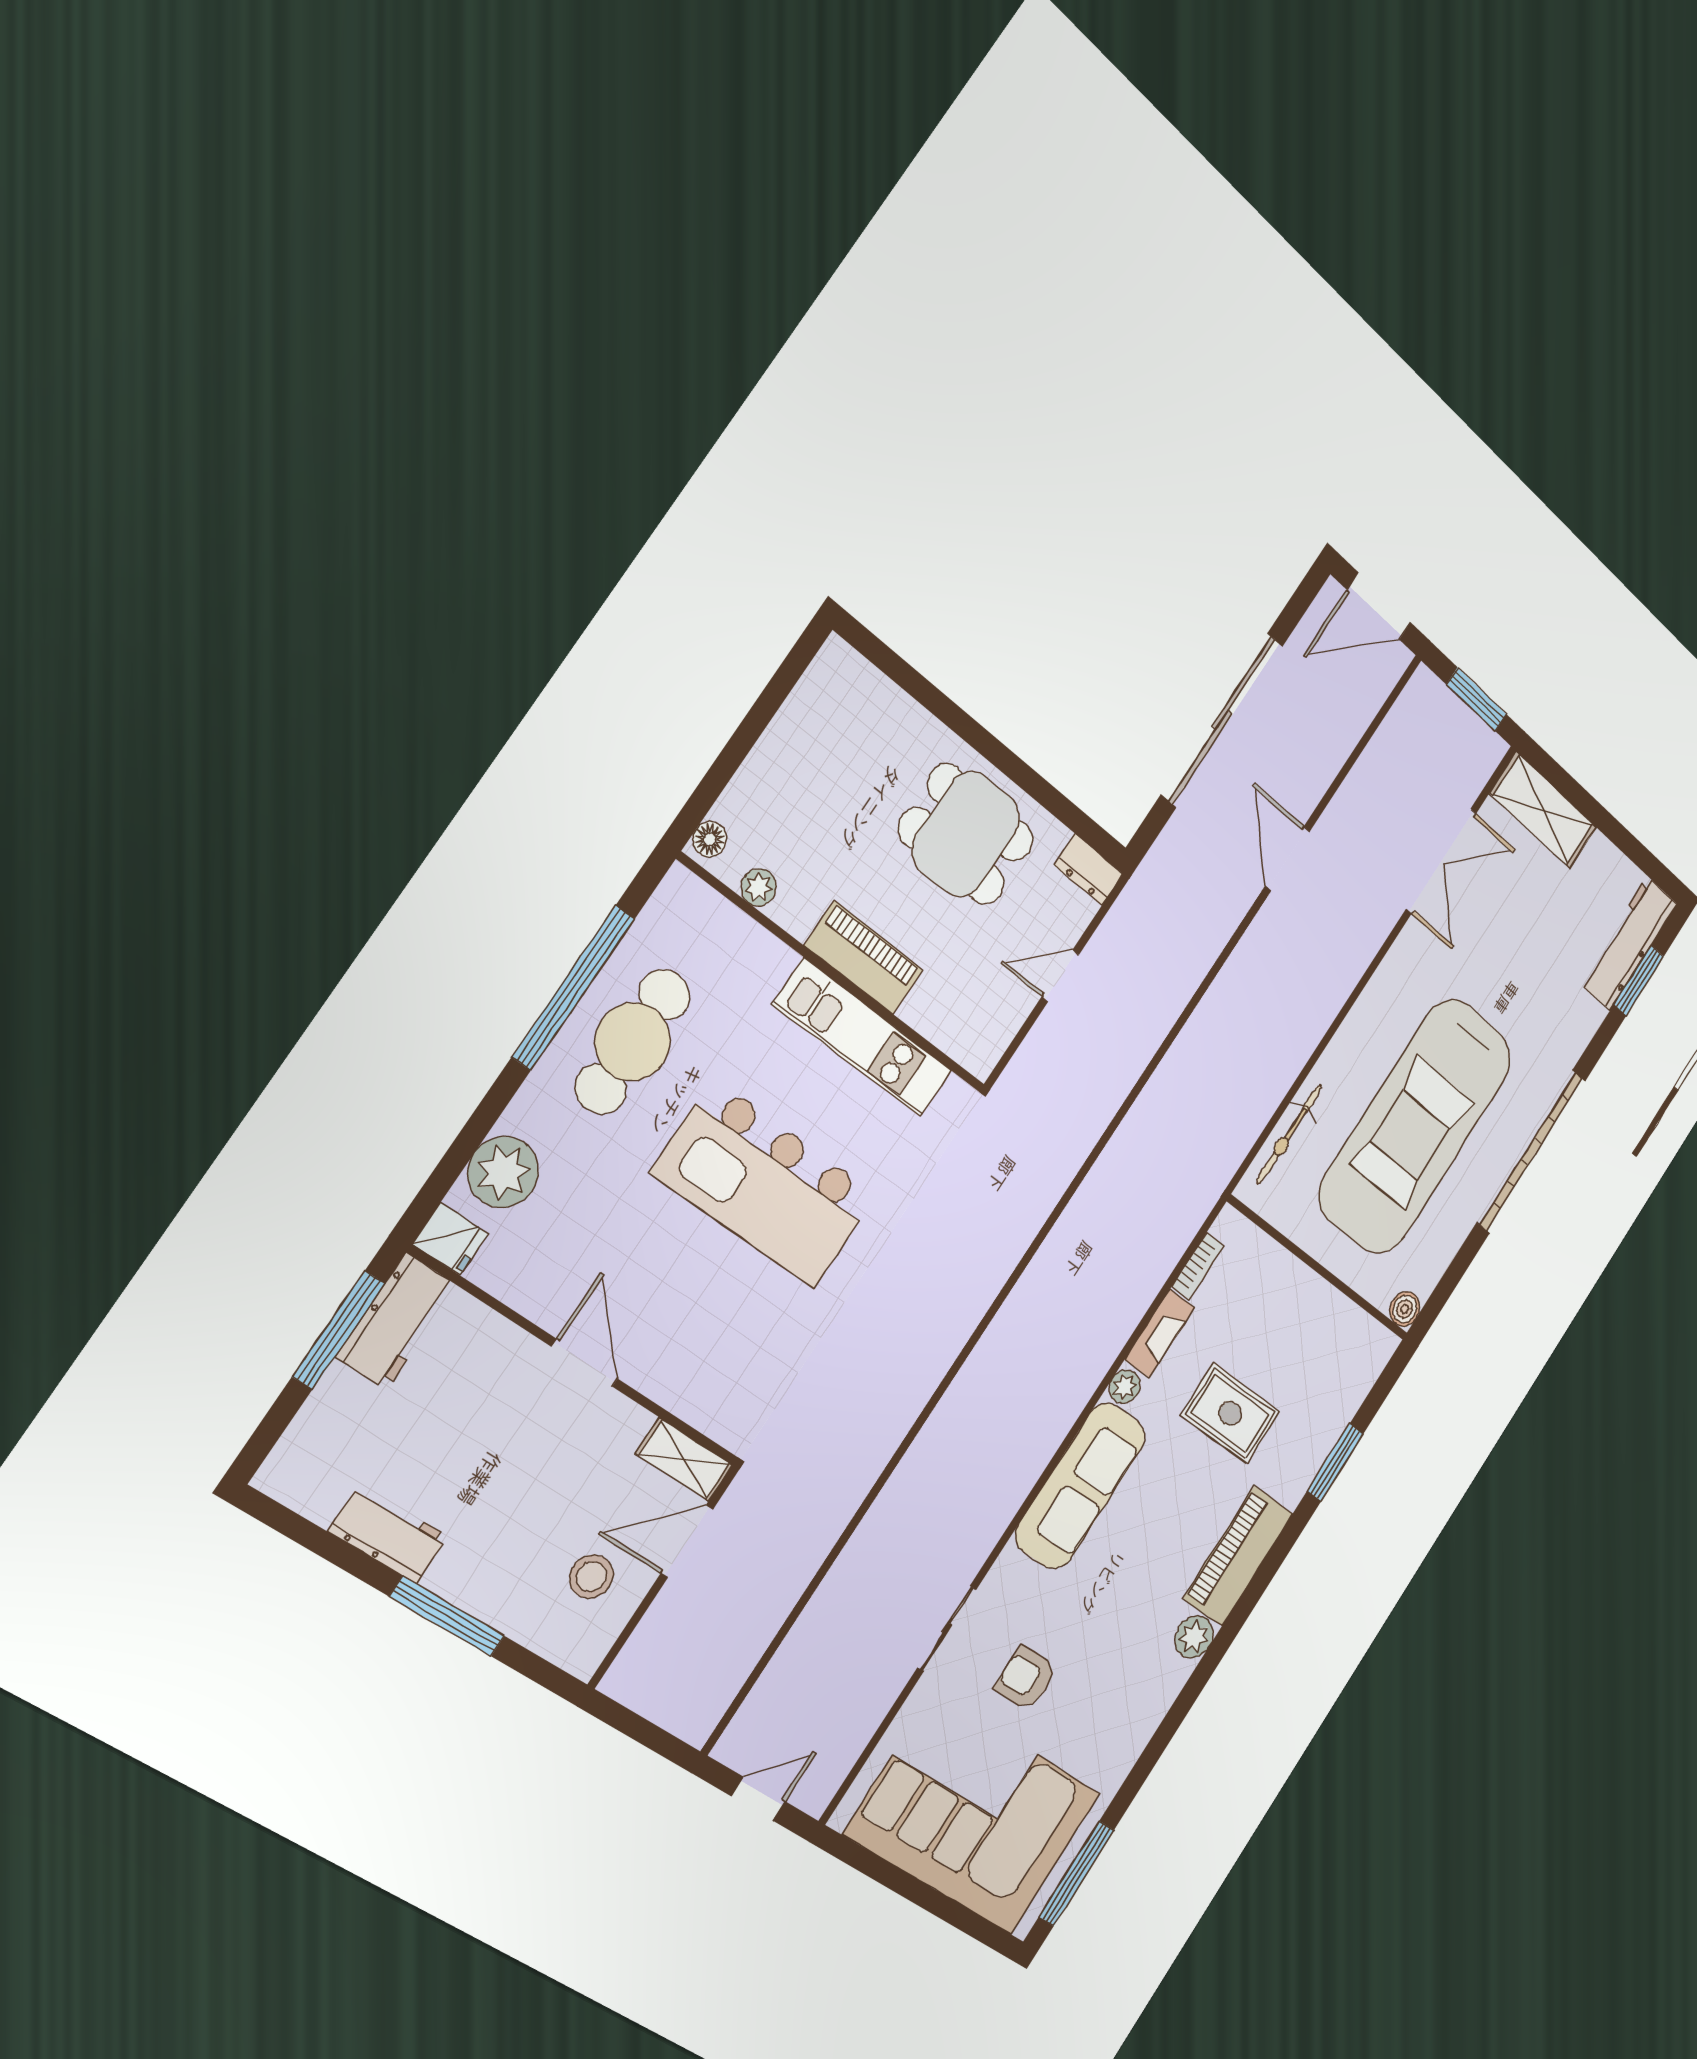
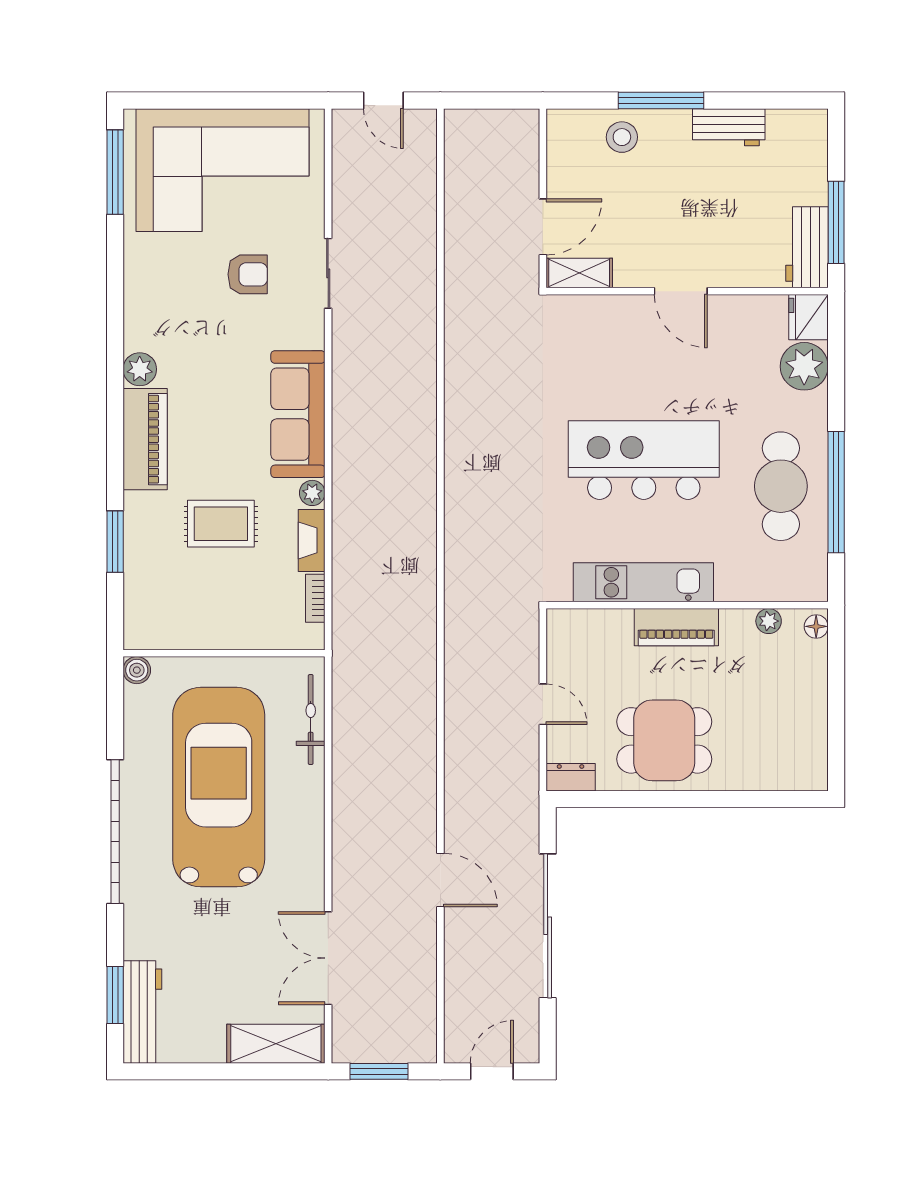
door: (1379, 606) -> (492, 1071), width x0.73
door: (1060, 976) -> (543, 704), hinge flipped
fridge: (450, 1239) -> (808, 317), width x1.38
stool: (591, 1577) -> (622, 137), moved
door: (758, 1799) -> (383, 101), hinge flipped

